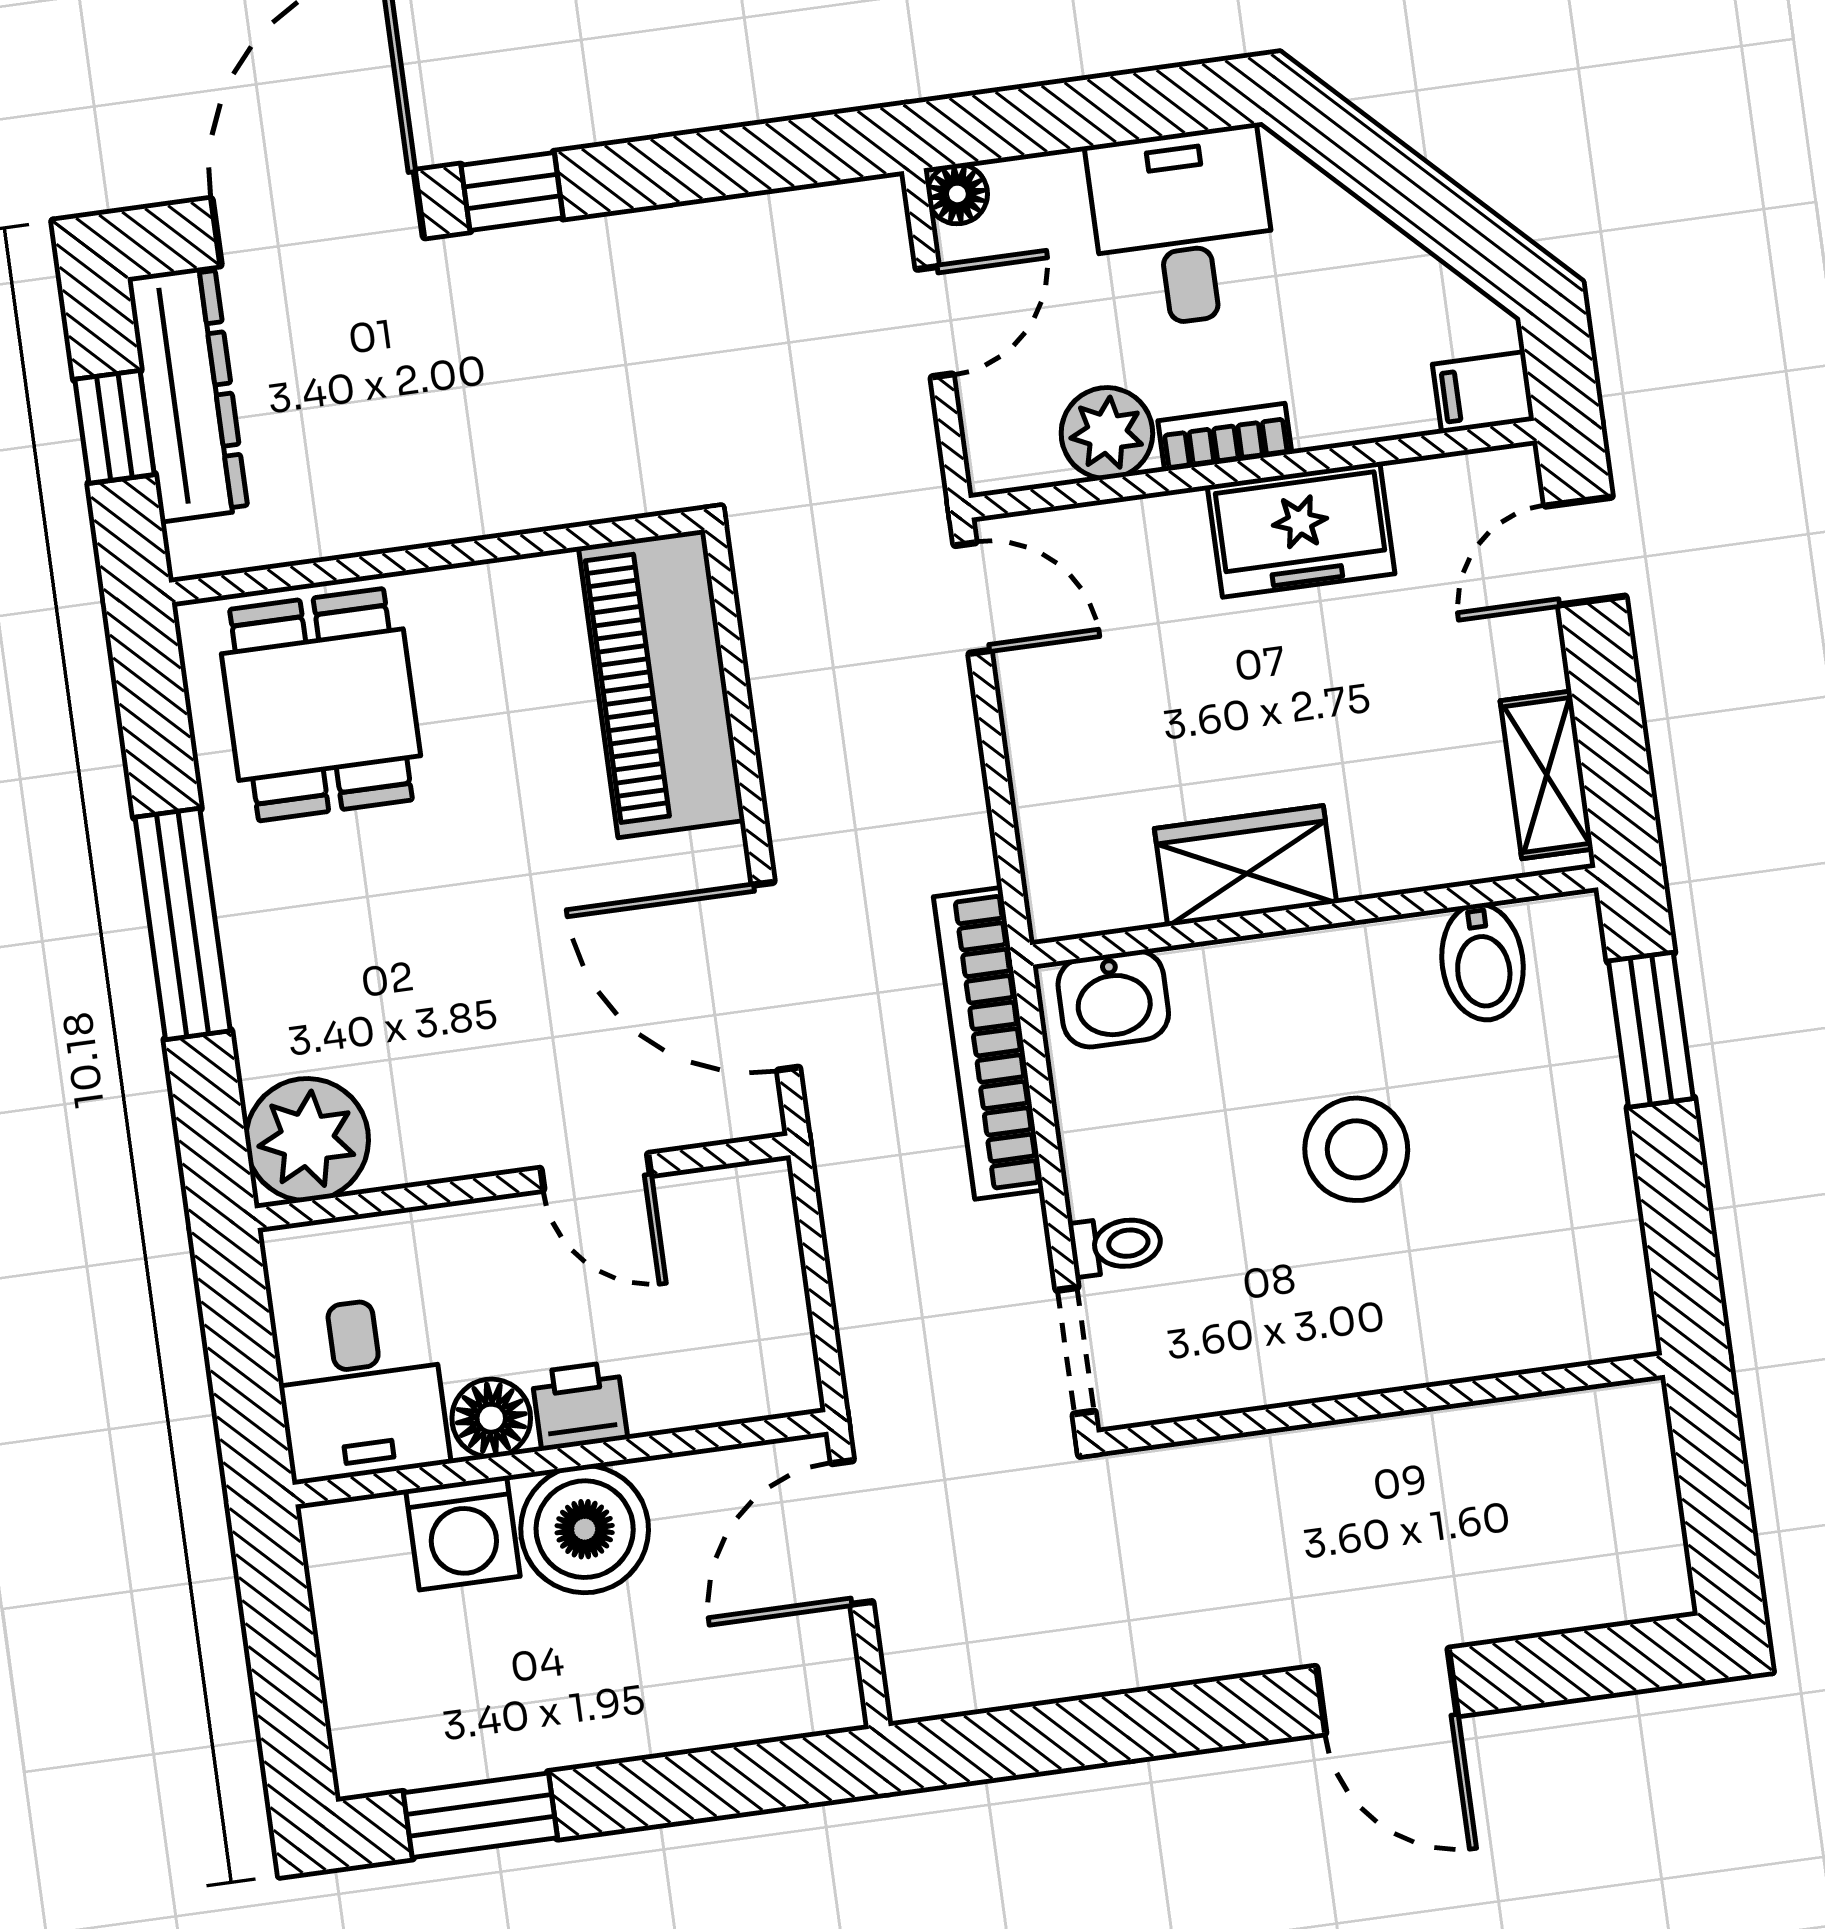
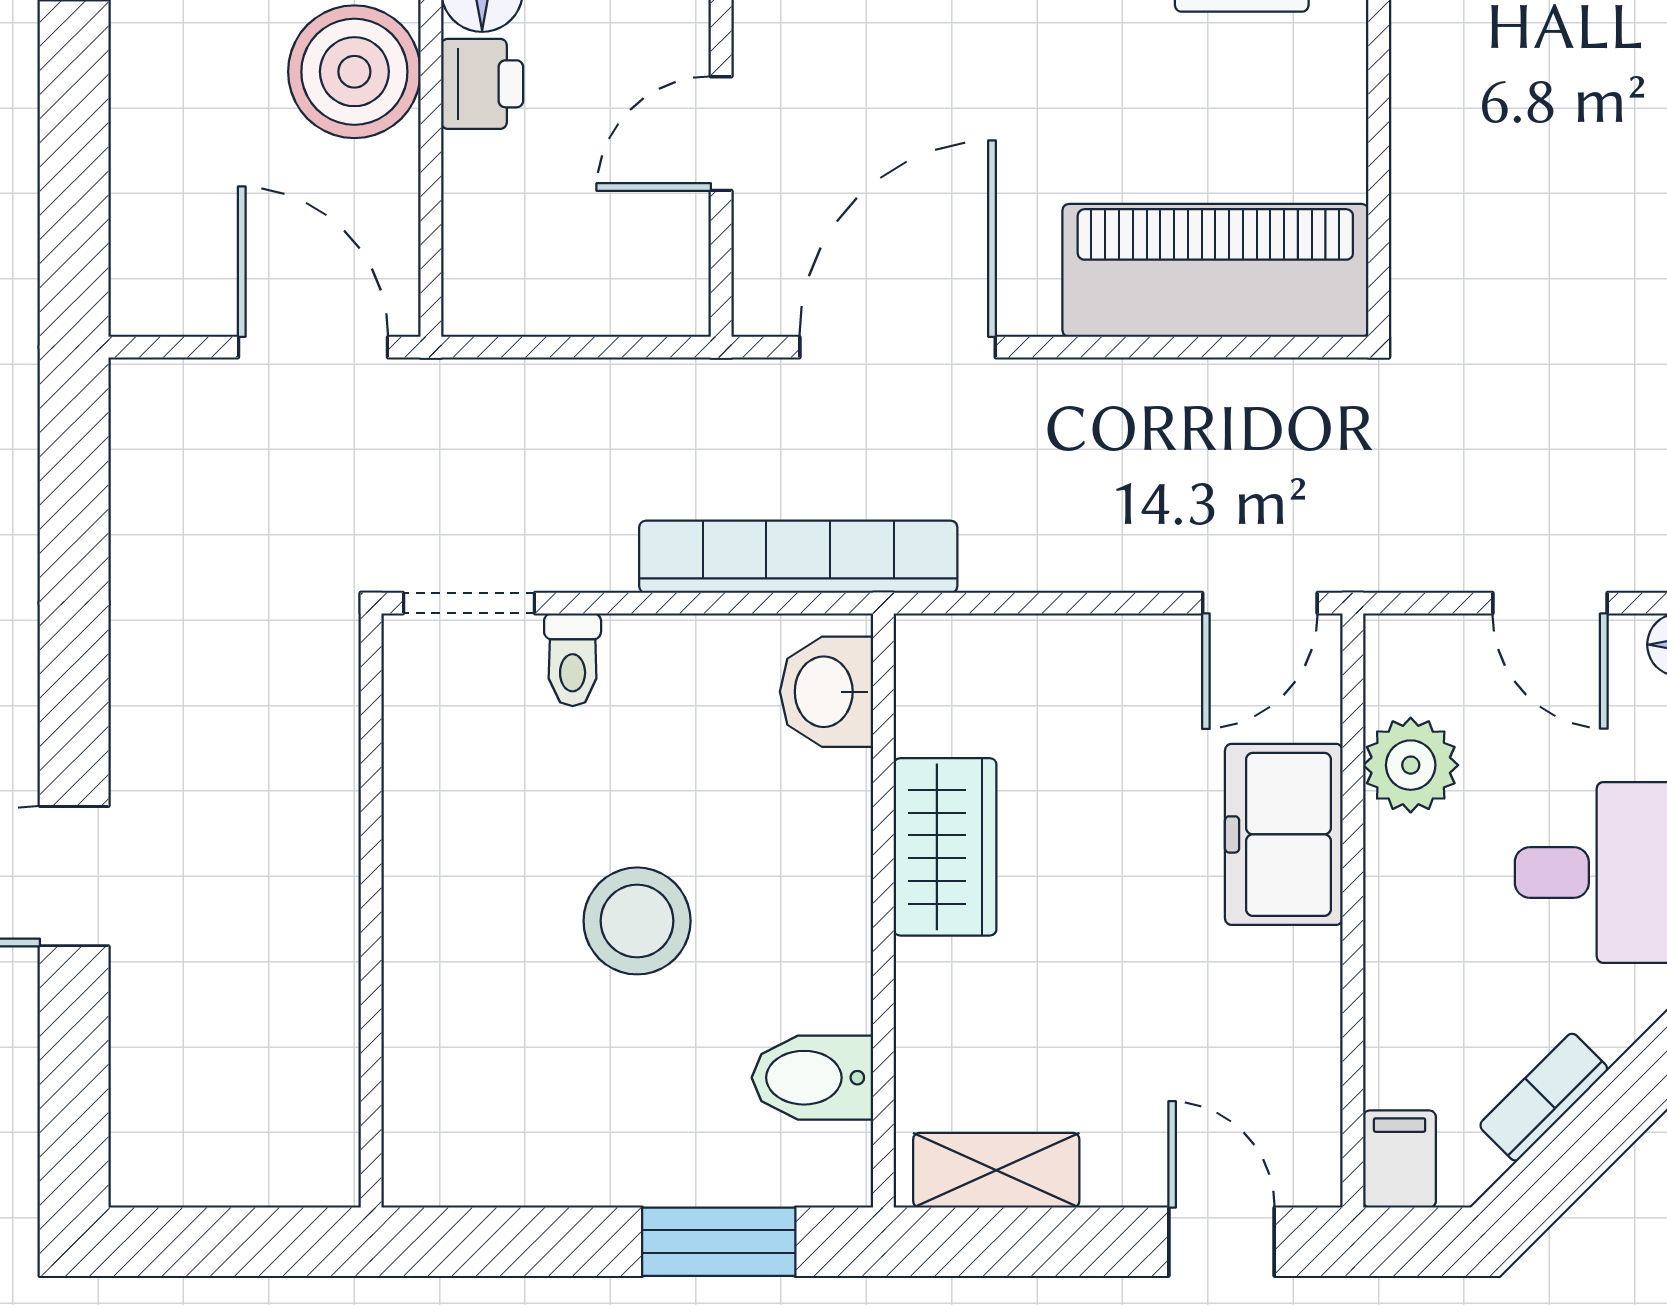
bookcase: (1225, 437) -> (1544, 1097), moved, turned -135
freezer: (1301, 530) -> (1284, 834), moved

